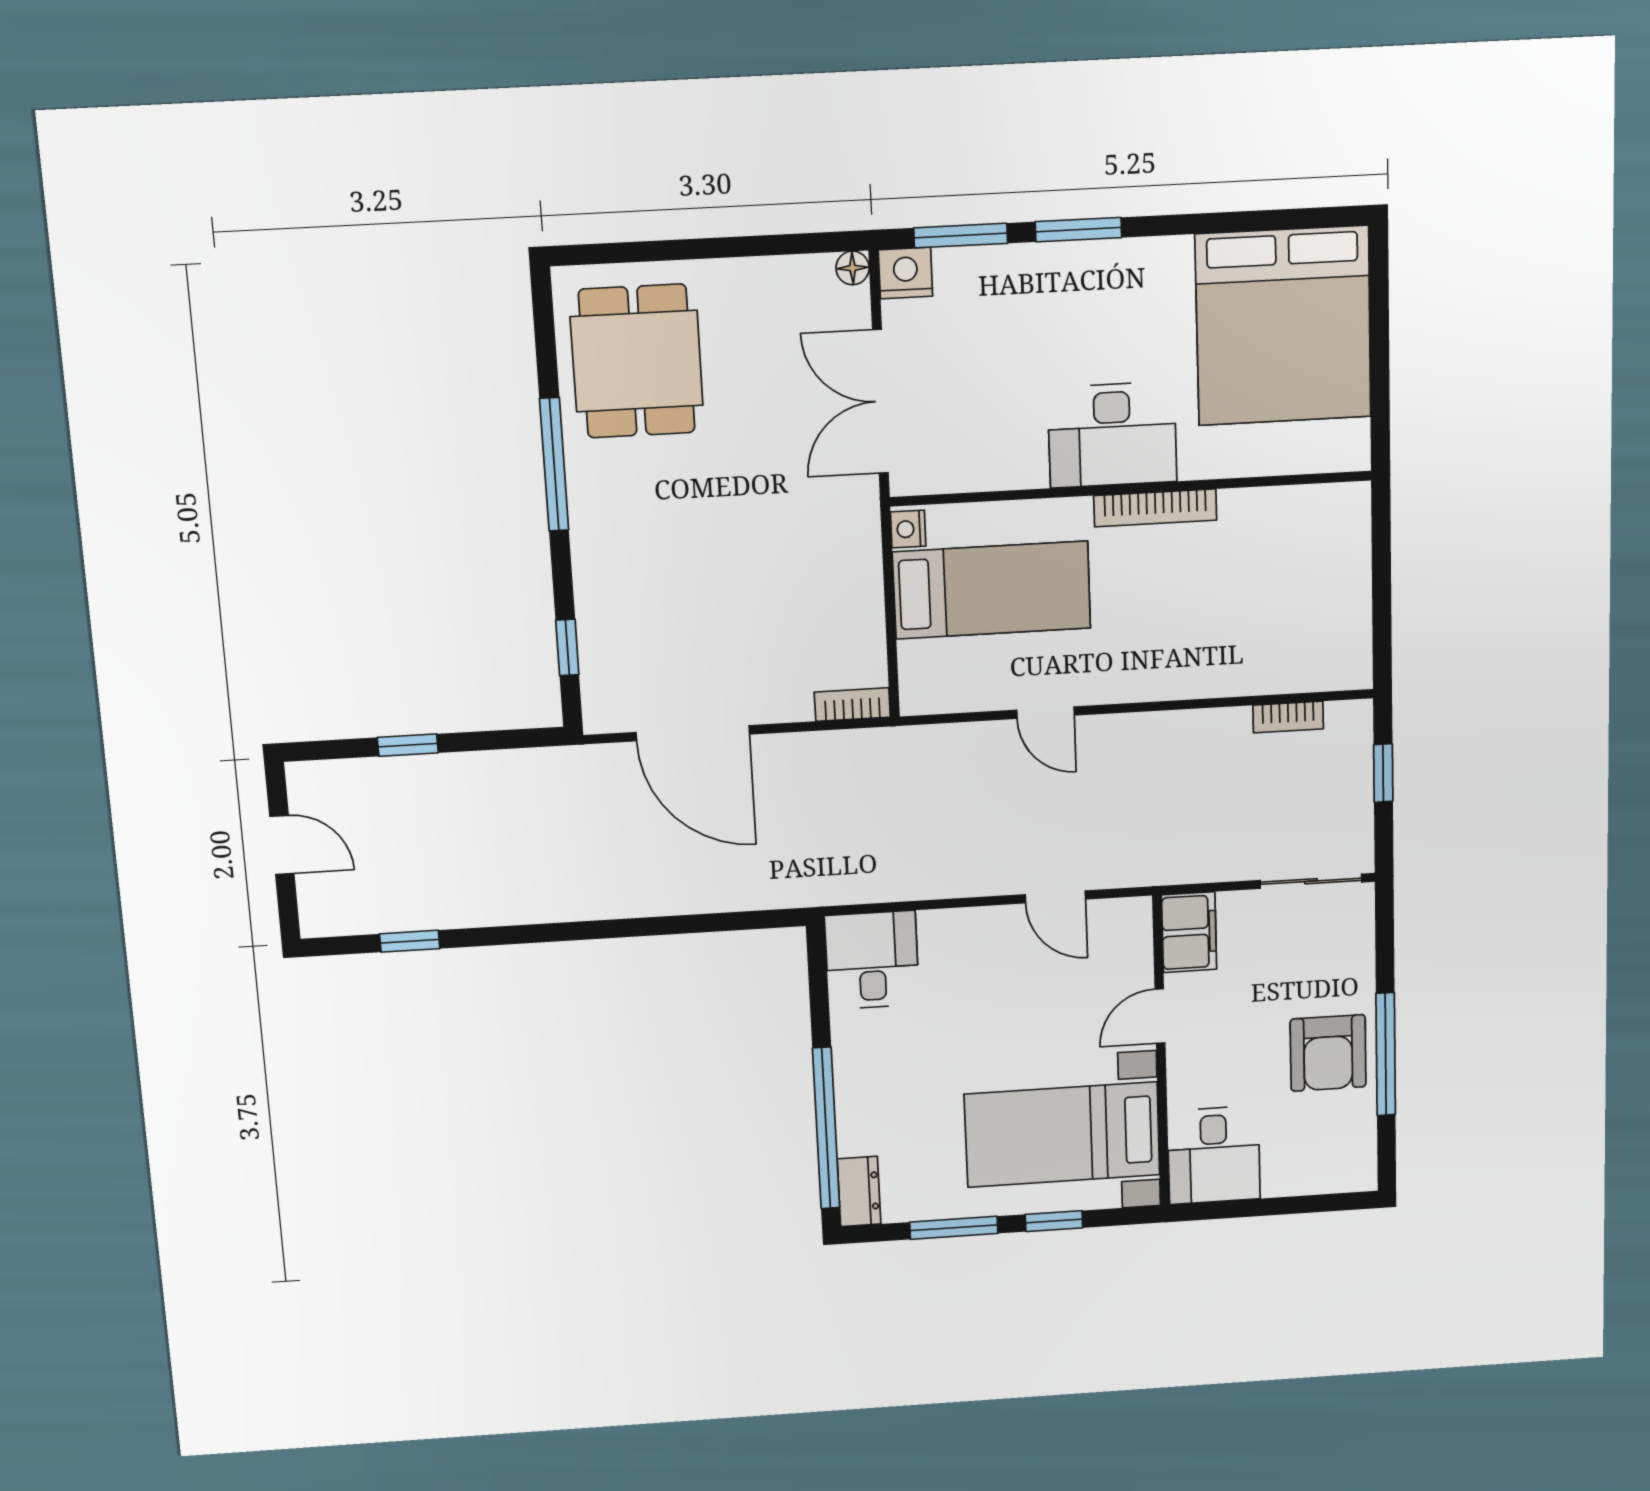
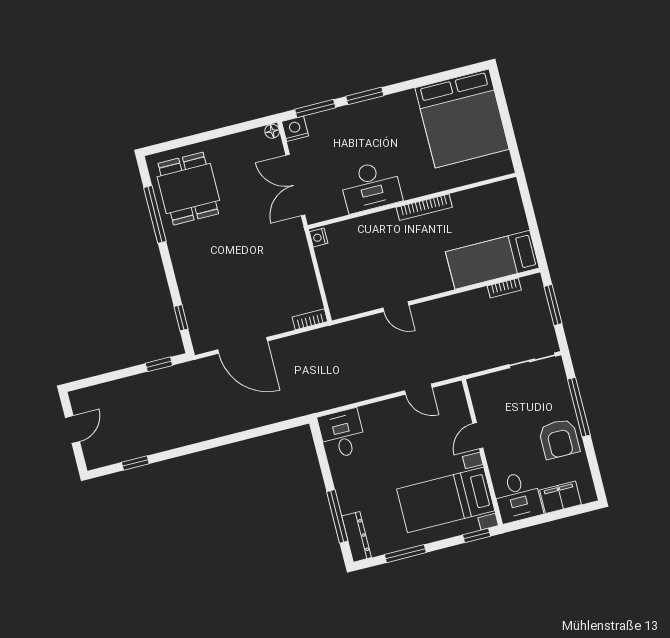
desk: (1112, 435) -> (371, 186), moved
window: (554, 465) -> (155, 214), moved
bed: (992, 590) -> (492, 260), moved, turned 180
window: (408, 745) -> (159, 364), moved
window: (1383, 773) -> (553, 305), width x1.50
door: (282, 845) -> (72, 429), hinge flipped
filing cabinet: (1189, 932) -> (561, 497), moved, turned -90
window: (1386, 1054) -> (579, 407), moved
window: (826, 1128) -> (337, 516), width x0.68
dresser: (859, 1191) -> (356, 537), width x1.44
window: (1054, 1221) -> (477, 536), moved

